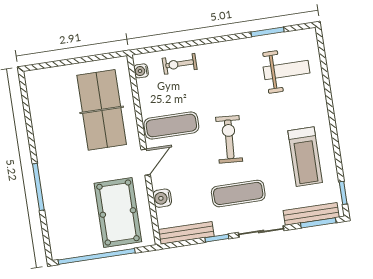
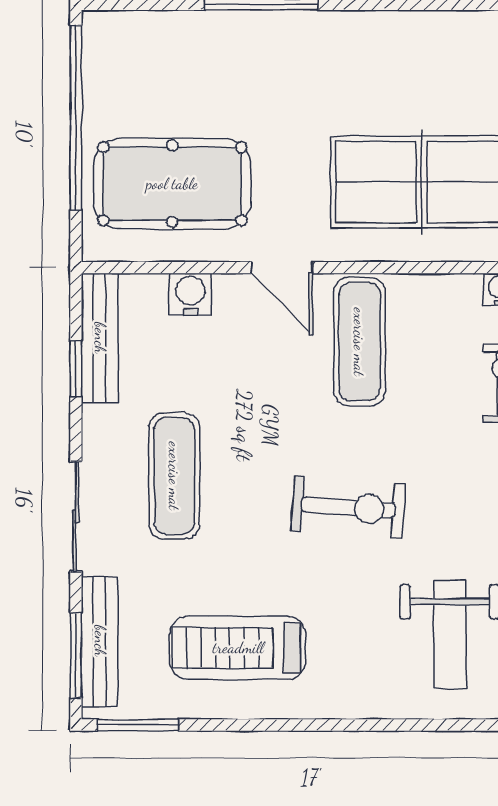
exercise bike: (229, 139) -> (348, 507), moved
window: (343, 193) -> (138, 725), width x1.50
window: (217, 238) -> (76, 369), moved

